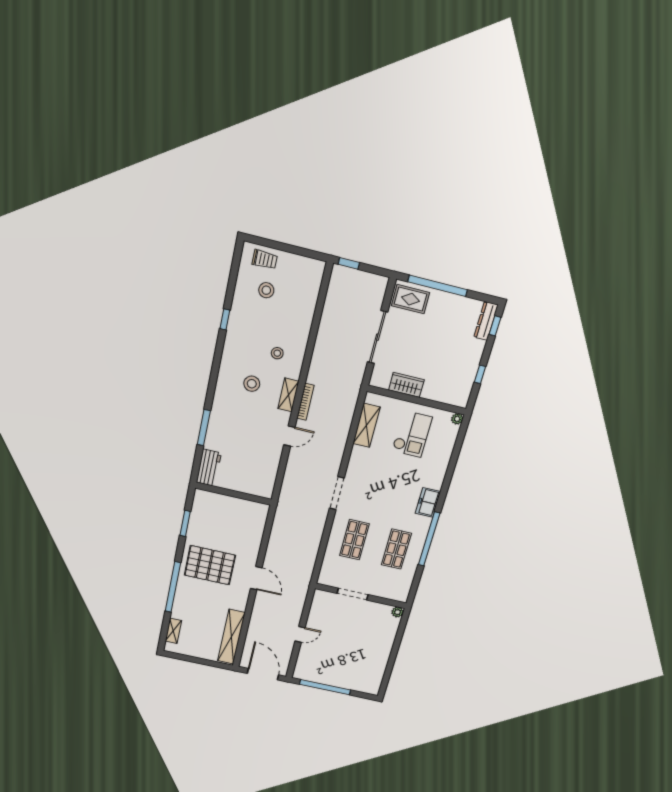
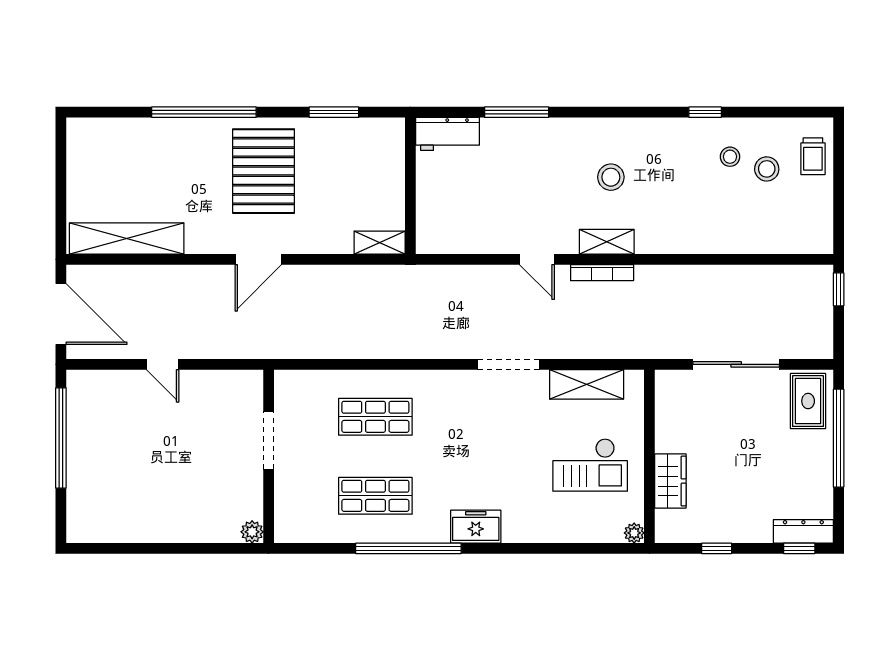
stool: (277, 353) -> (730, 157), moved
wardrobe: (406, 385) -> (670, 481), moved
doorway: (337, 493) -> (508, 364), moved
shelving: (173, 631) -> (380, 243), moved
door: (263, 674) -> (61, 314), hinge flipped

